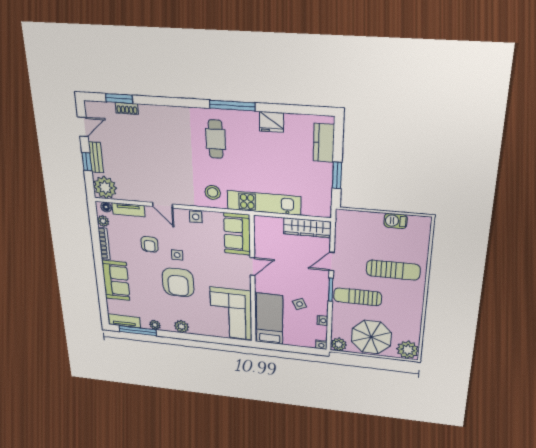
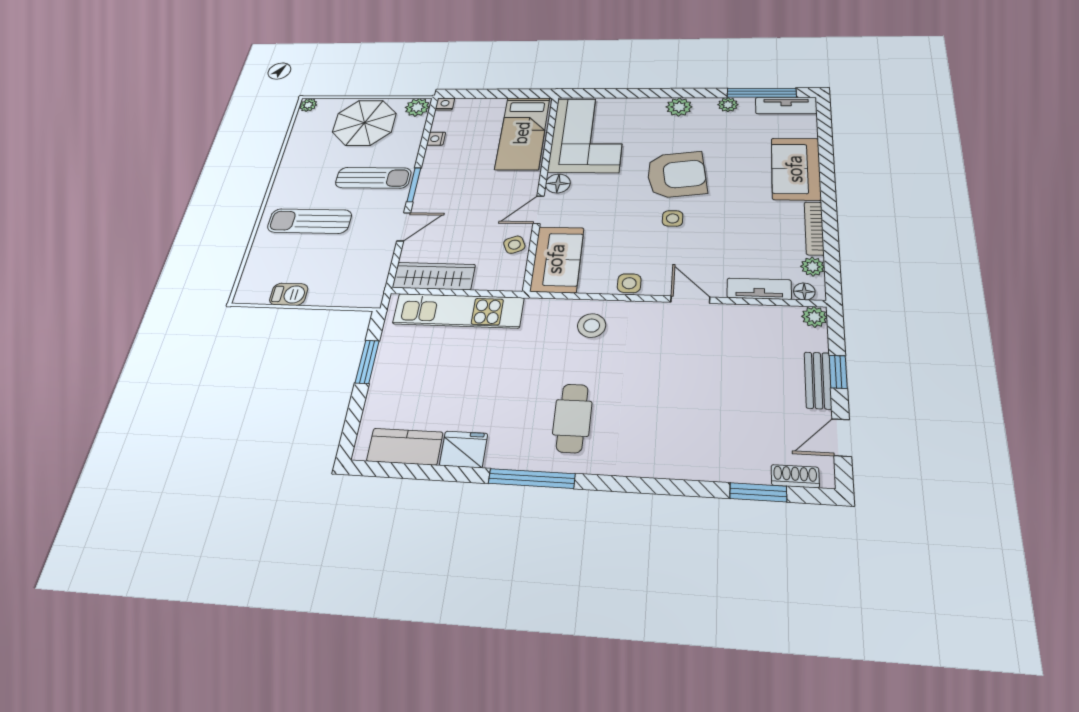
shoe rack: (127, 108) -> (795, 476), moved
kitchen counter: (324, 143) -> (405, 447), moved, turned -90
plant: (105, 187) -> (814, 317), width x0.53, depth x0.53
kitchen unit: (264, 203) -> (458, 311), moved
armchair: (150, 244) -> (723, 233), removed
armchair: (178, 282) -> (677, 175), turned 82
floor lamp: (244, 283) -> (558, 183), added
side table: (300, 304) -> (514, 245), moved
plant: (408, 350) -> (308, 105), width x0.53, depth x0.53

